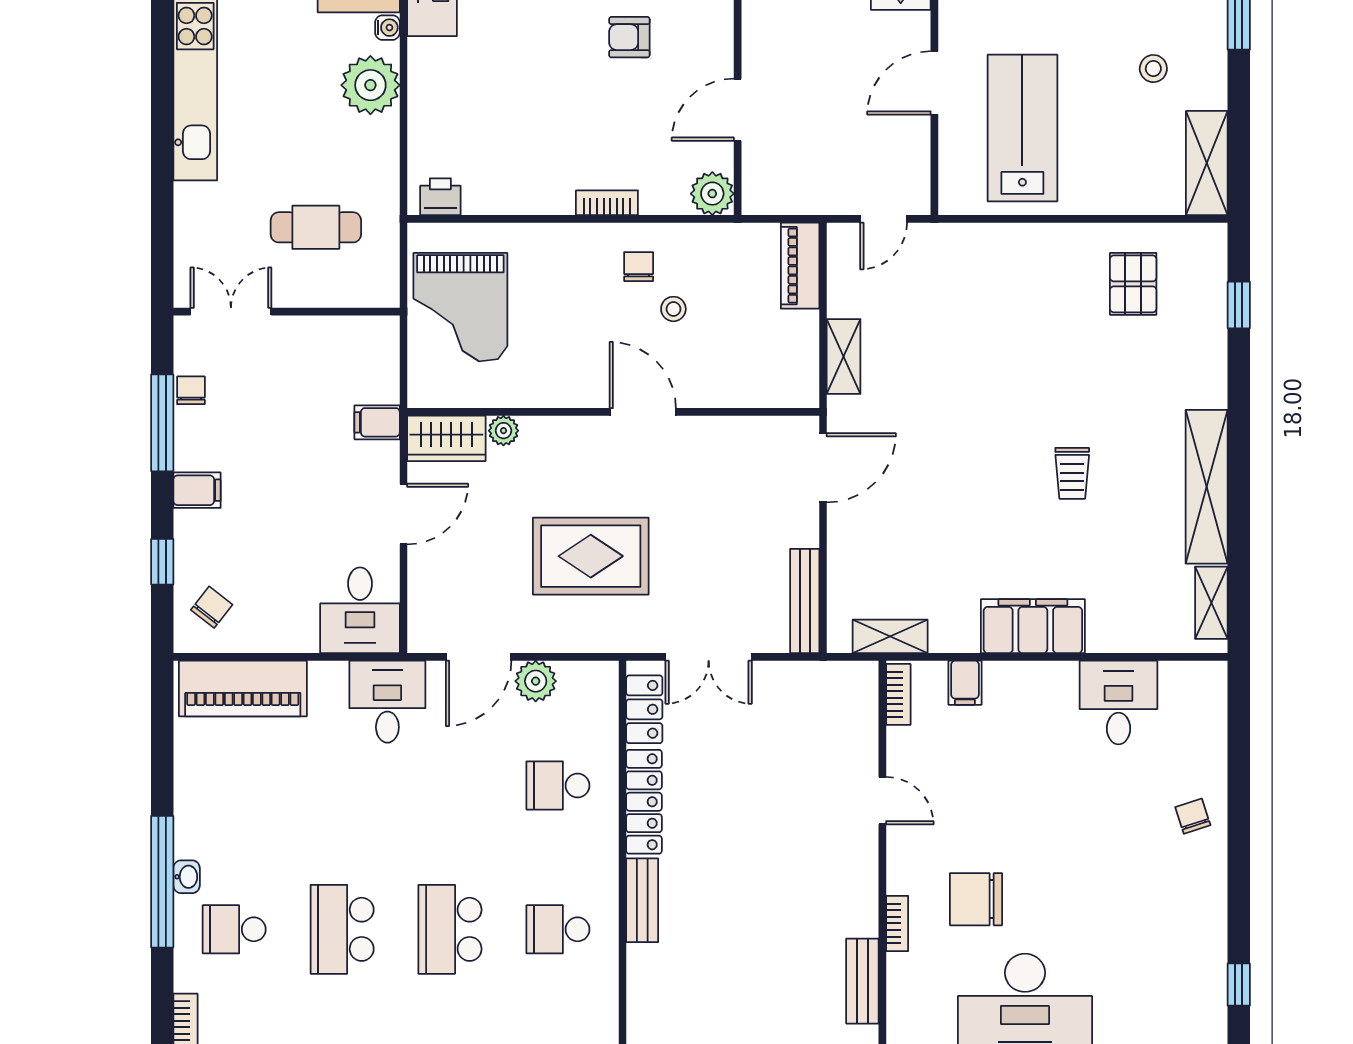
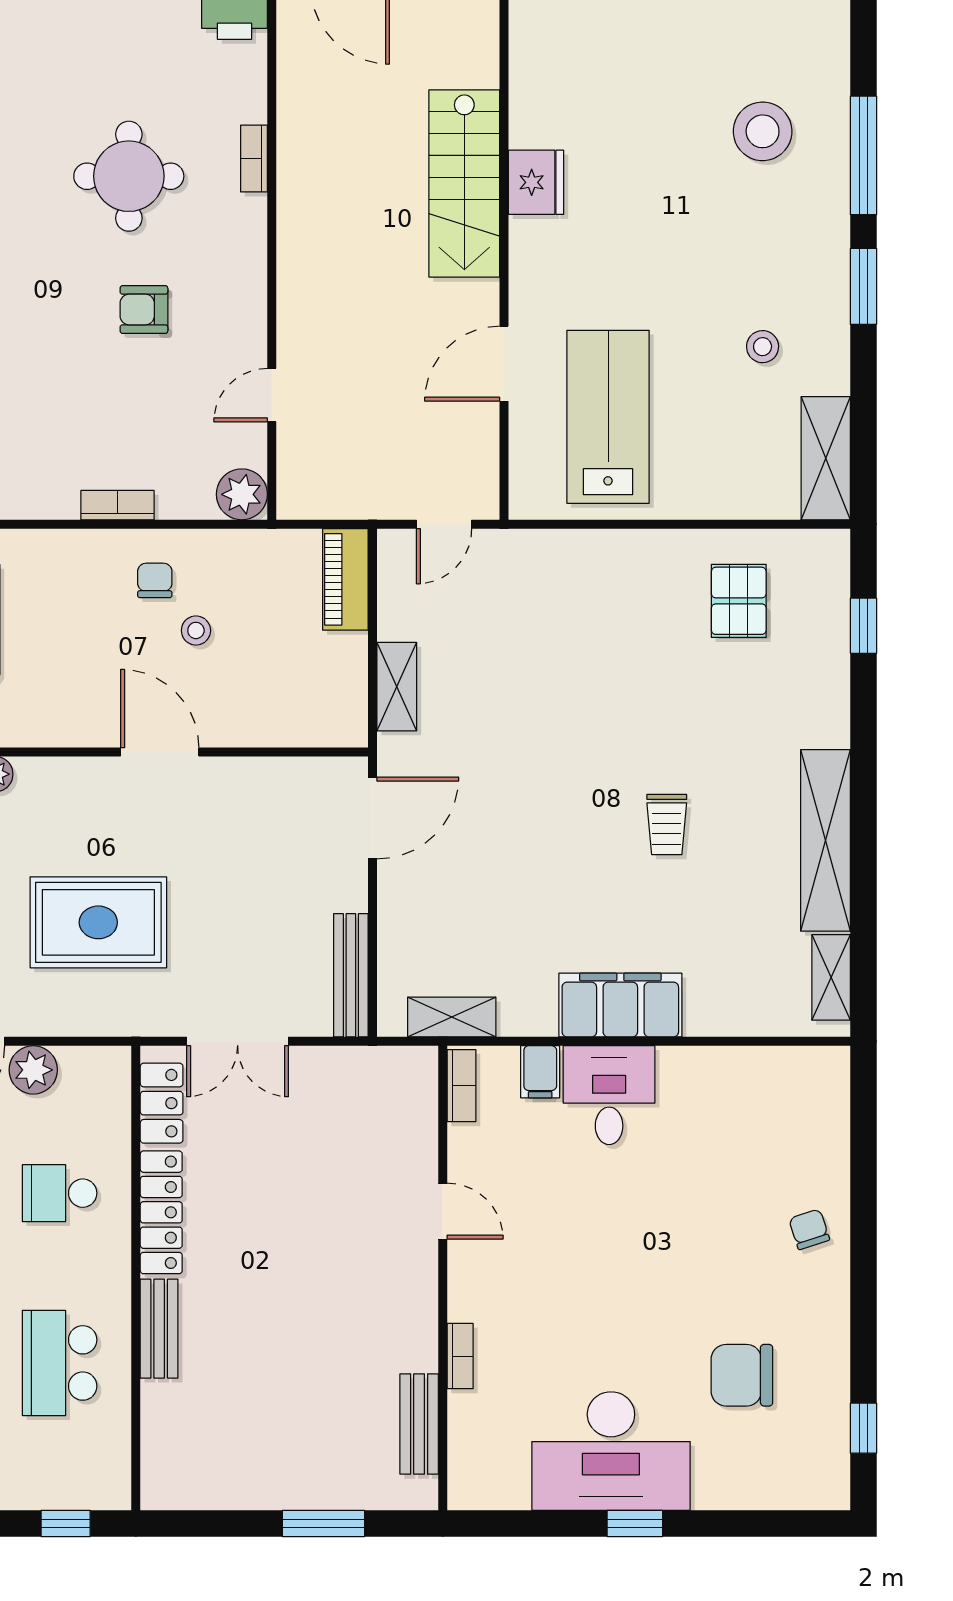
door: (738, 110) -> (272, 395), width x0.73
desk: (1118, 703) -> (609, 1095), moved
chair: (976, 899) -> (742, 1375), moved
school desk: (558, 929) -> (60, 1363), width x1.85

